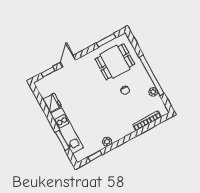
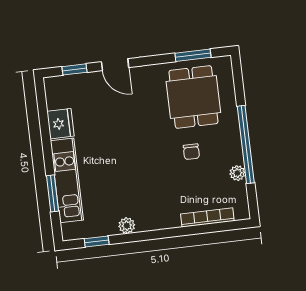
door: (68, 61) -> (115, 65), swing flipped
dining table: (115, 62) -> (193, 97), turned 90

